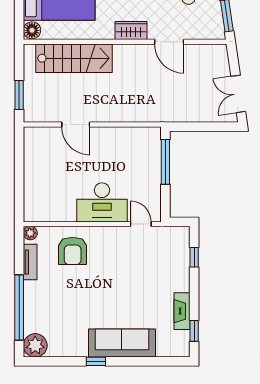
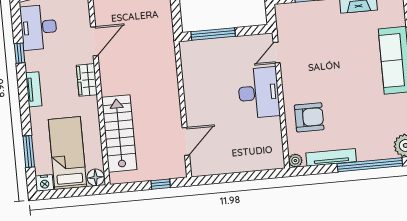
window: (19, 95) -> (161, 184), width x0.67
door: (76, 125) -> (186, 141), moved
tv unit: (30, 262) -> (331, 157), width x1.41

